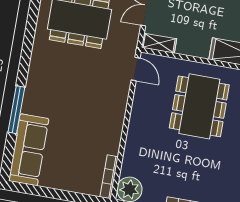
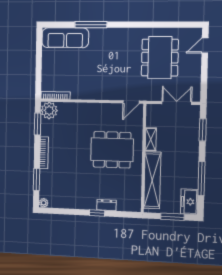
shelving: (159, 43) -> (151, 139), moved

